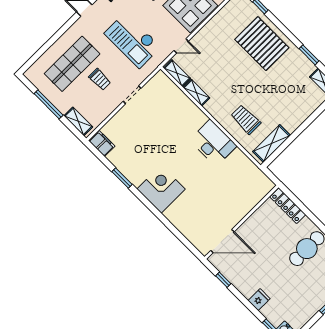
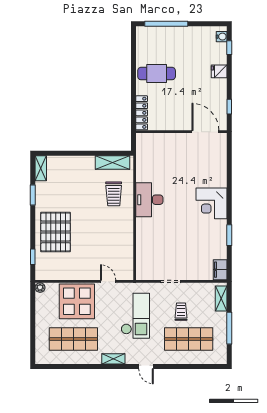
shelving: (177, 73) -> (128, 267), removed
shelving: (196, 93) -> (128, 242), removed

